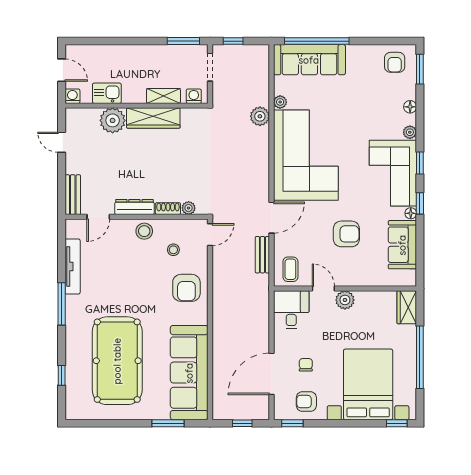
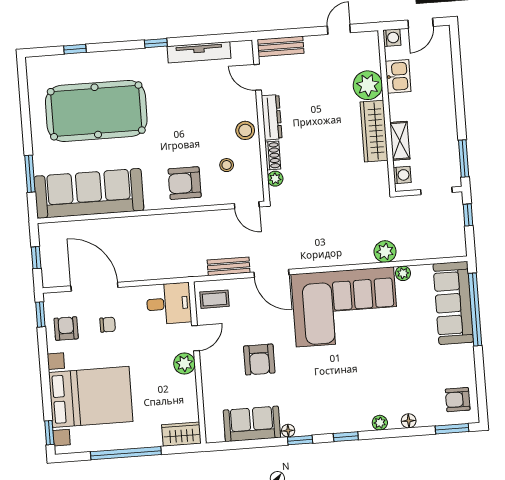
corner sofa: (393, 173) -> (332, 407), removed
window: (62, 304) -> (156, 43), width x0.46

